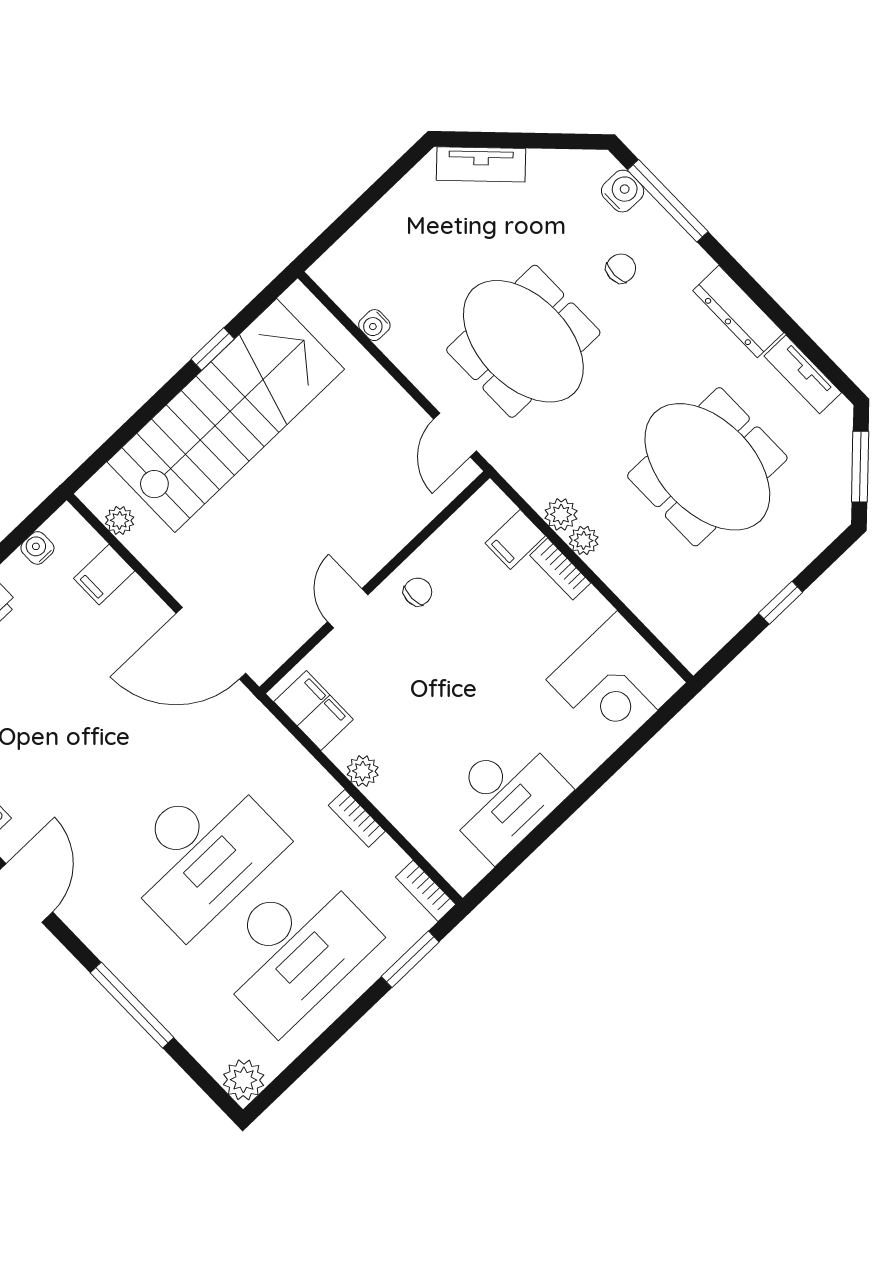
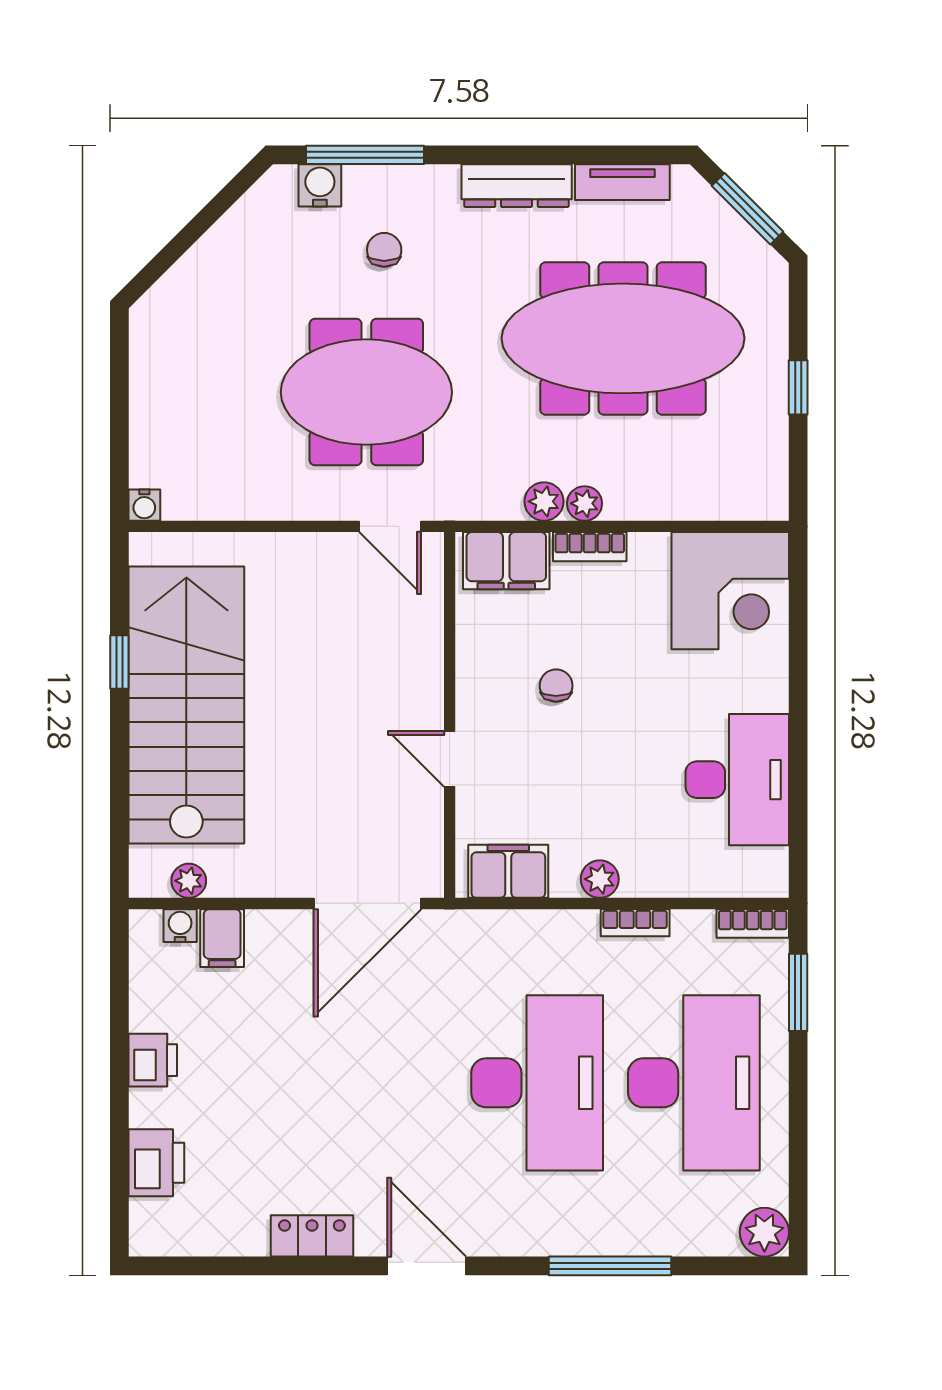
tv unit: (481, 164) -> (182, 284), removed
water cooler: (374, 325) -> (144, 505), moved
meeting table: (707, 467) -> (623, 338), width x1.36
filing cabinet: (515, 539) -> (506, 561), width x2.00
water cooler: (37, 548) -> (180, 926), moved, turned 90
chair: (418, 592) -> (556, 686), moved

